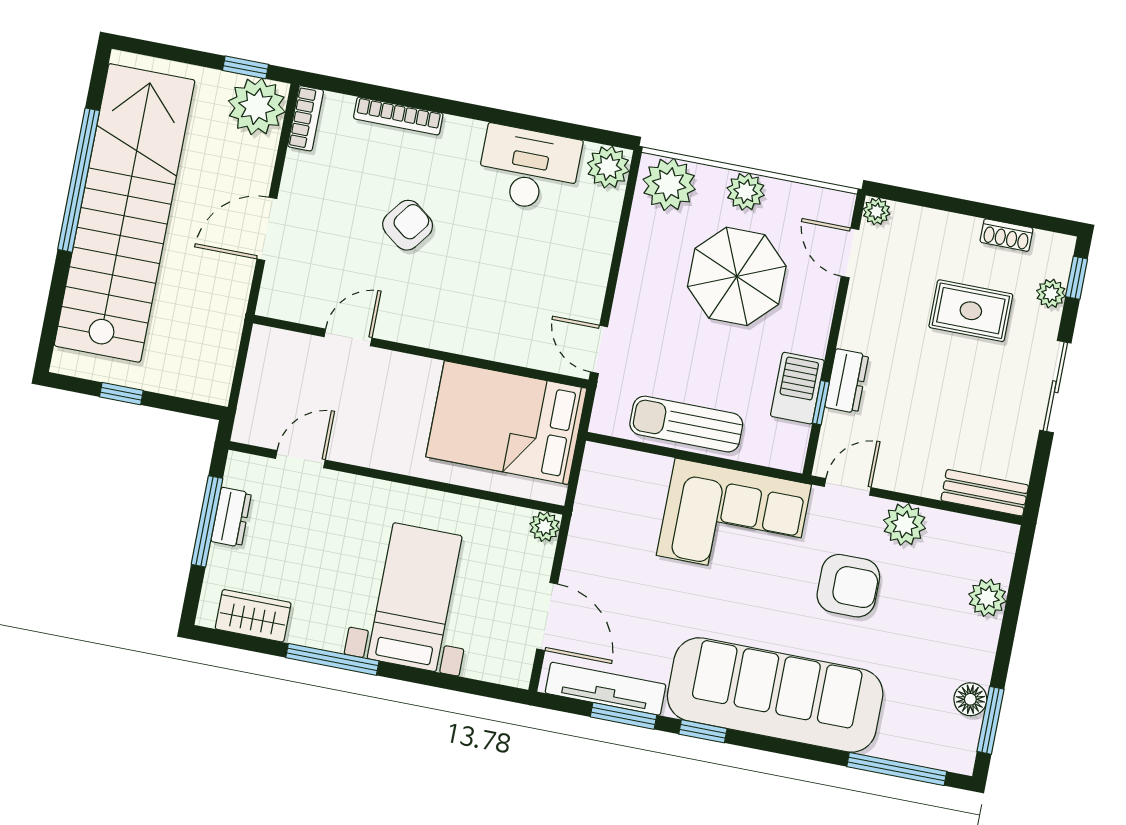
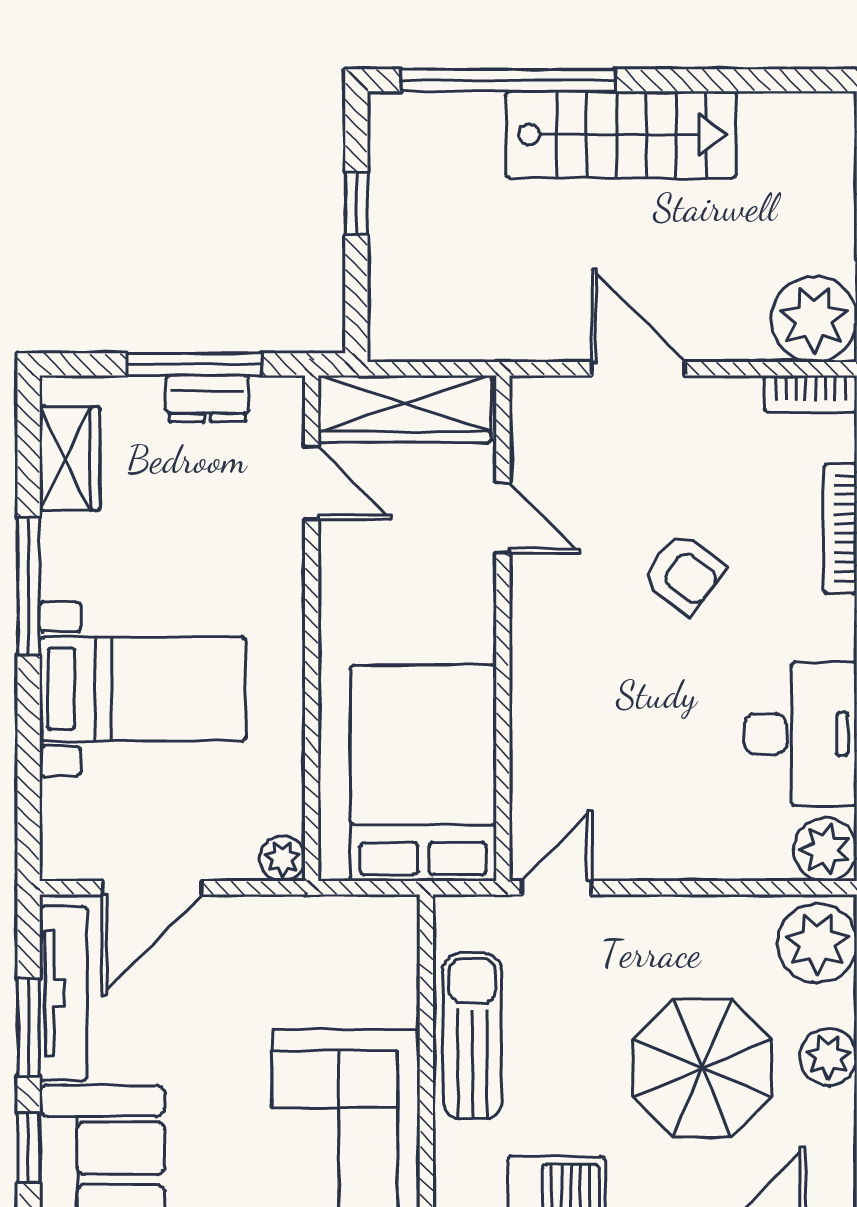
window: (79, 180) -> (508, 80), moved
stairs: (125, 213) -> (621, 135), width x0.54, depth x0.66
wardrobe: (263, 388) -> (405, 409), added

